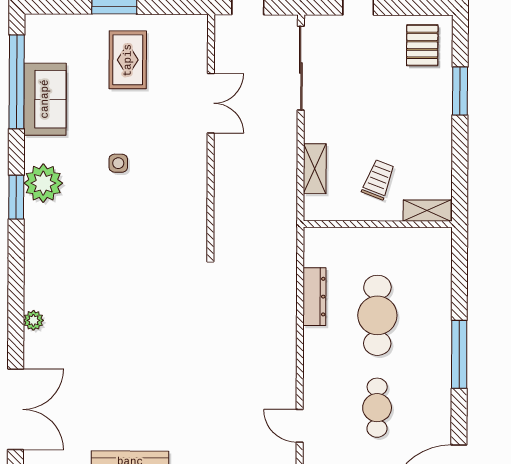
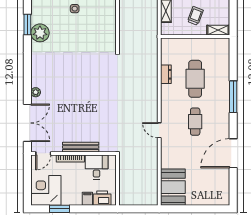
plant: (43, 183) -> (40, 33), moved
dresser: (314, 297) -> (166, 74), width x0.70
plant: (33, 320) -> (36, 92), moved

